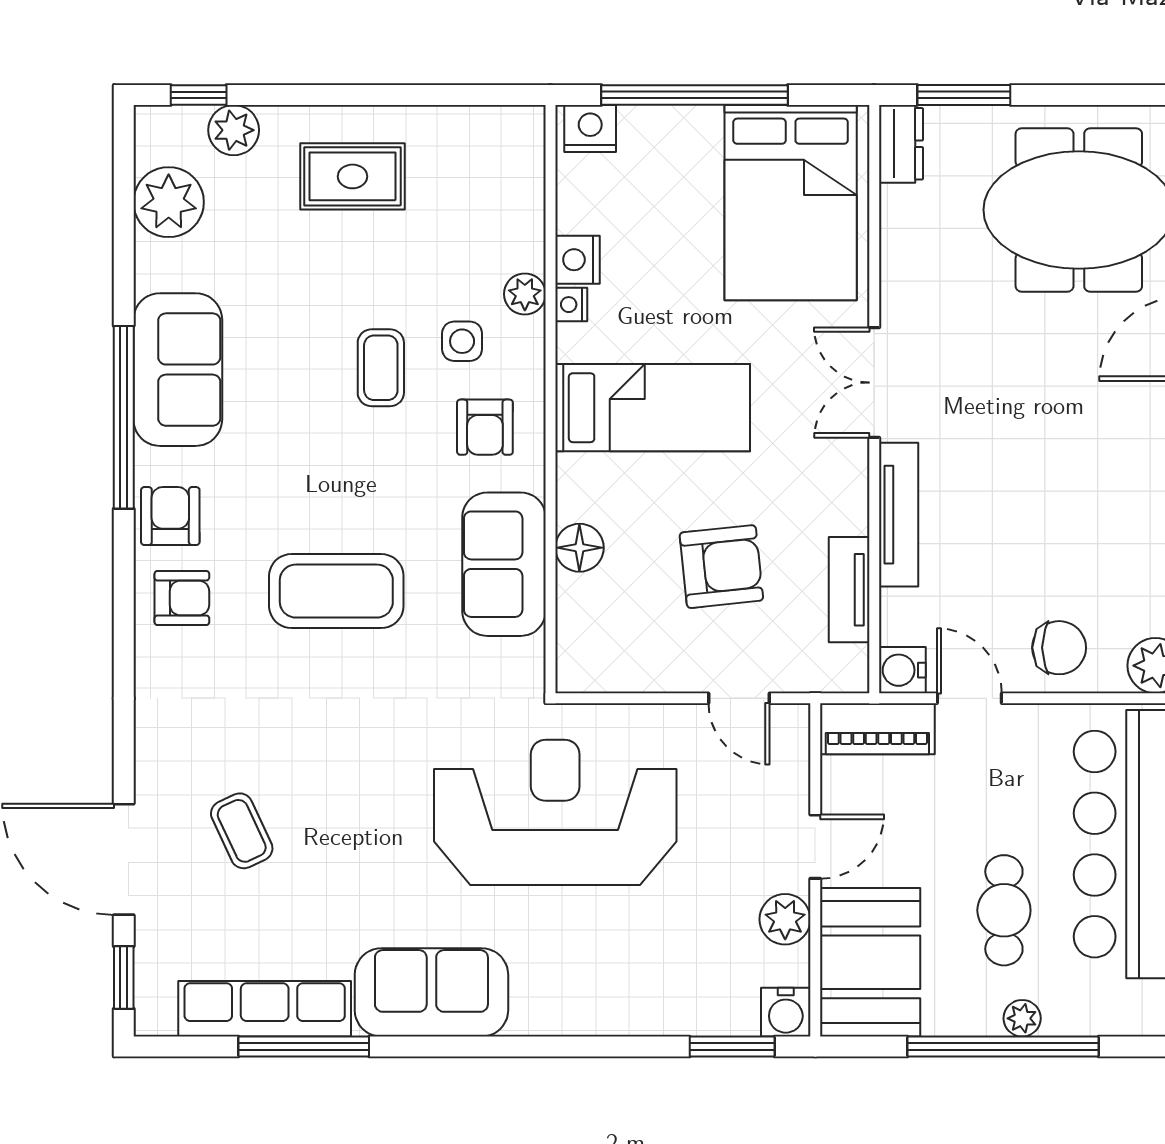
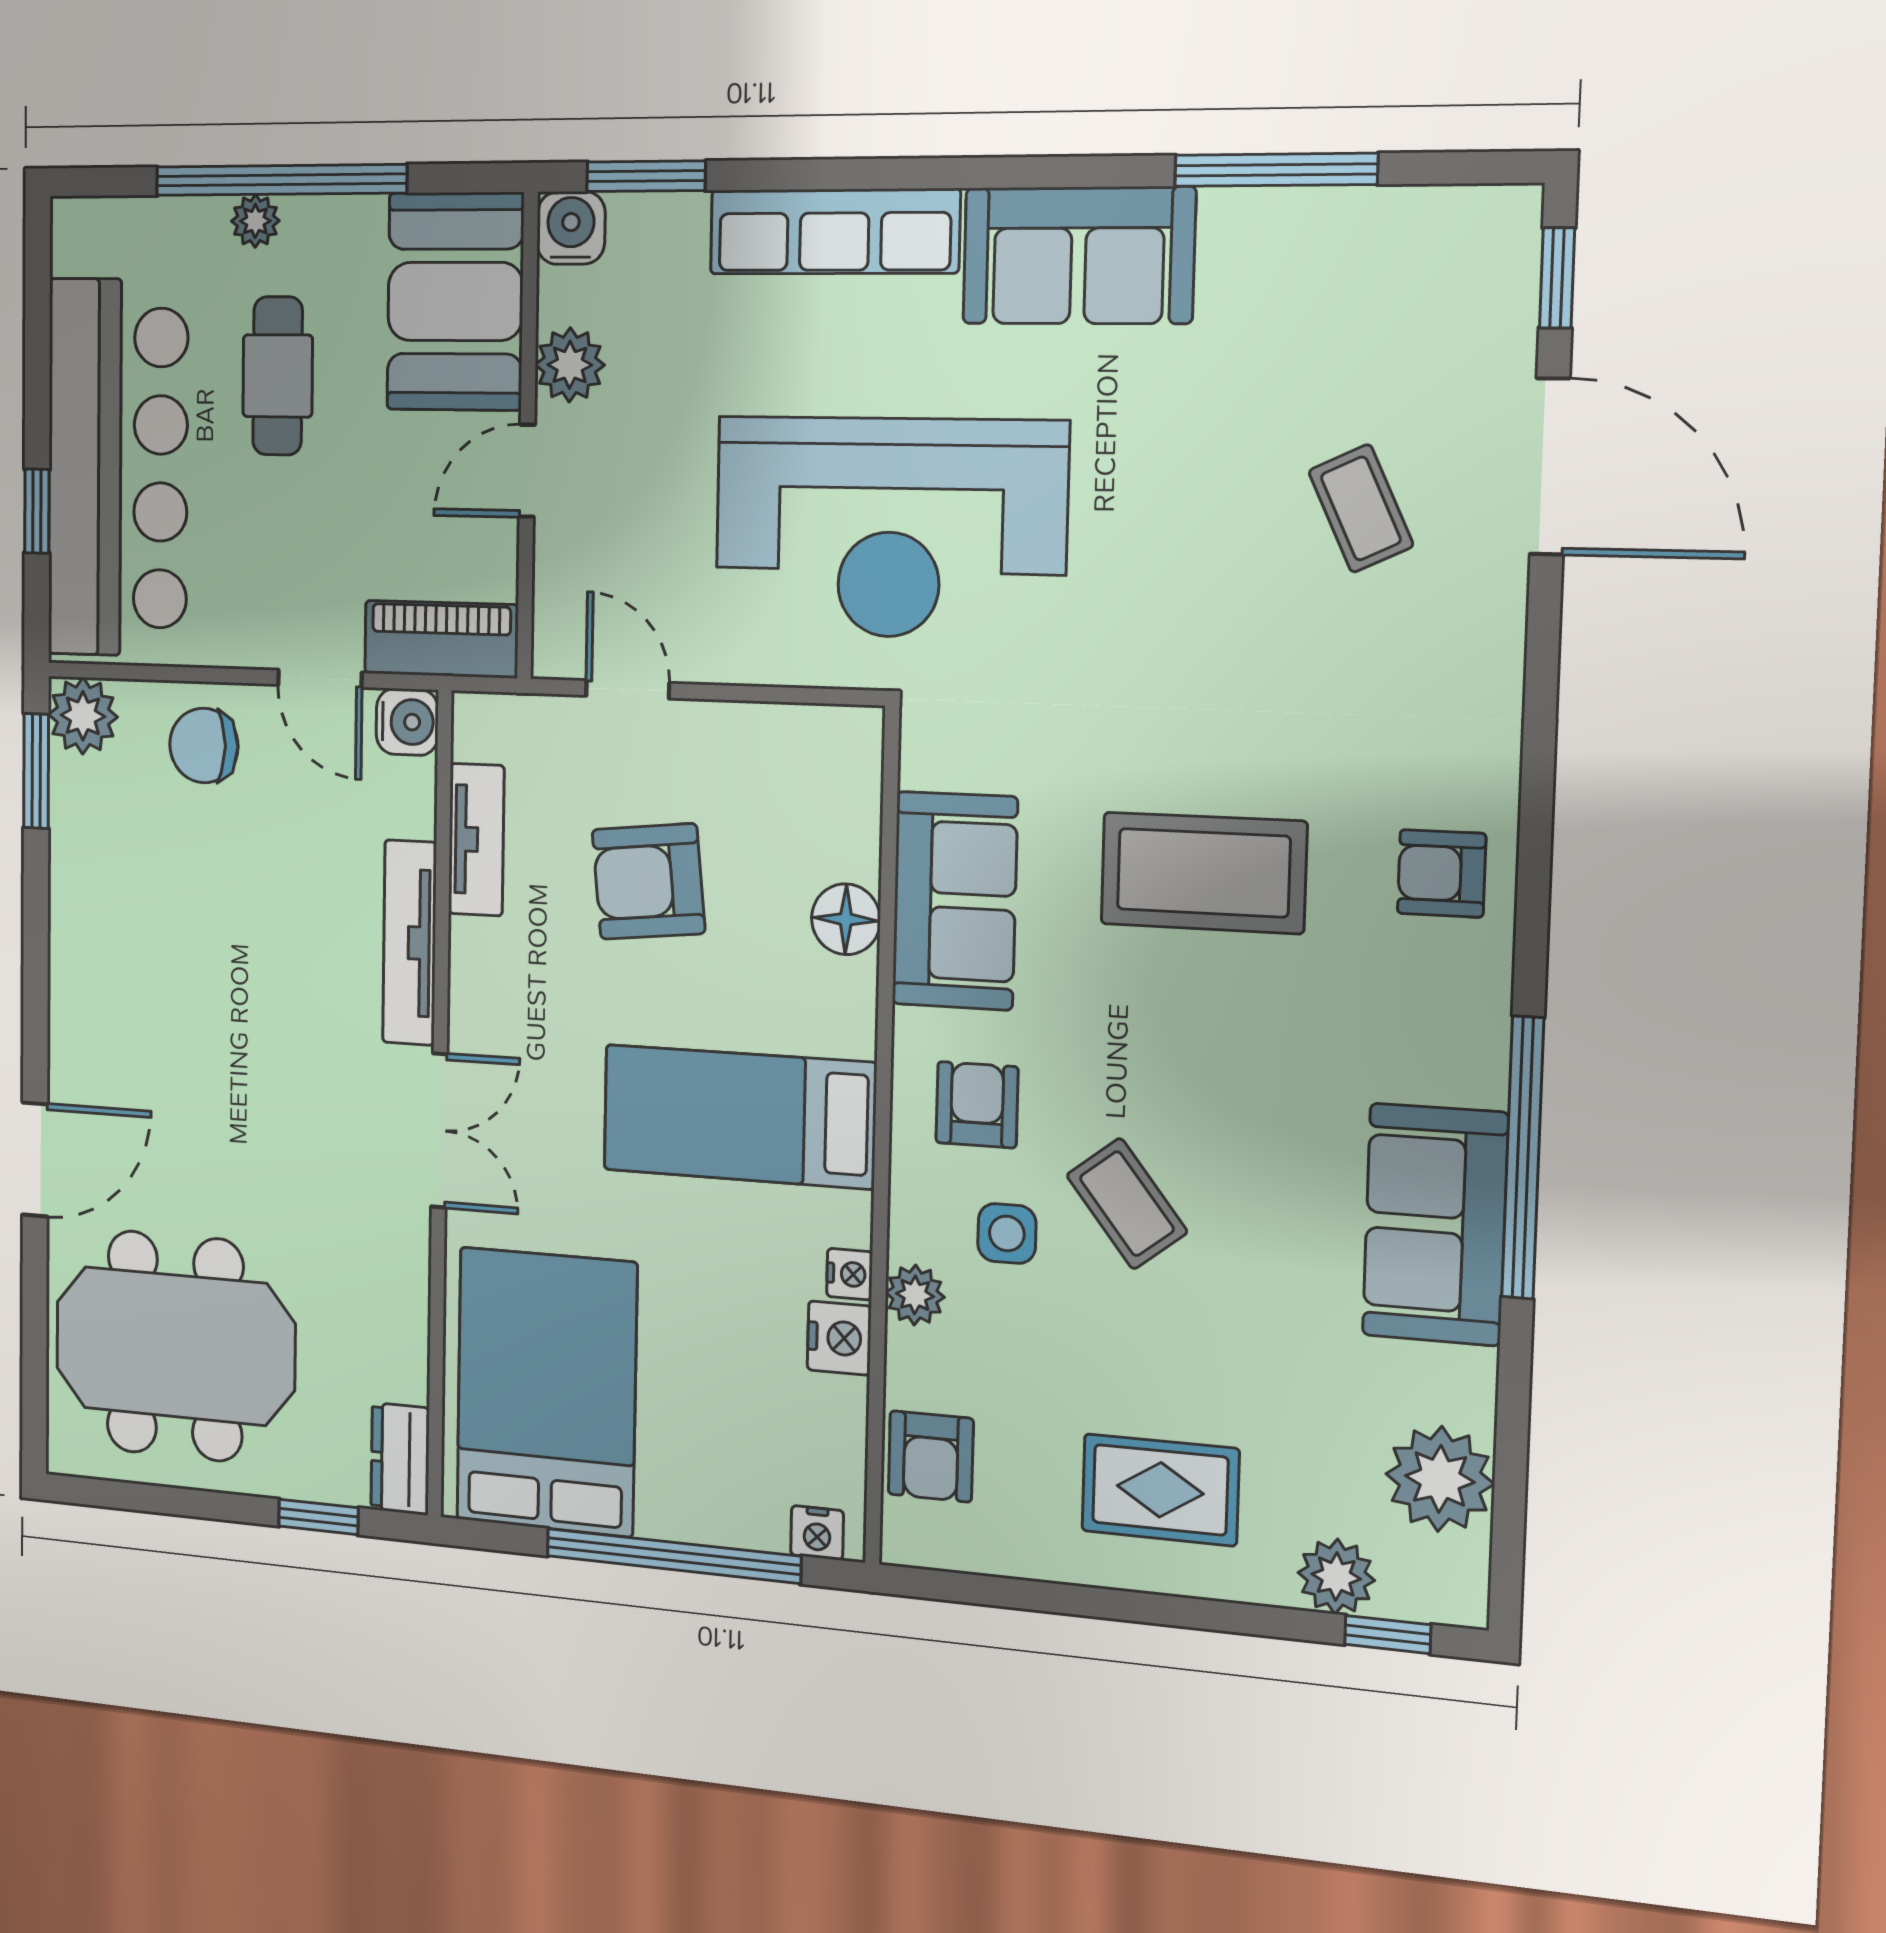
window: (964, 95) -> (318, 1517), width x0.67
nightstand: (590, 128) -> (817, 1533), width x0.72, depth x0.74
coffee table: (381, 368) -> (1127, 1204), turned -38
armchair: (170, 516) -> (931, 1456), moved
row of seats: (265, 1009) -> (834, 231), moved

